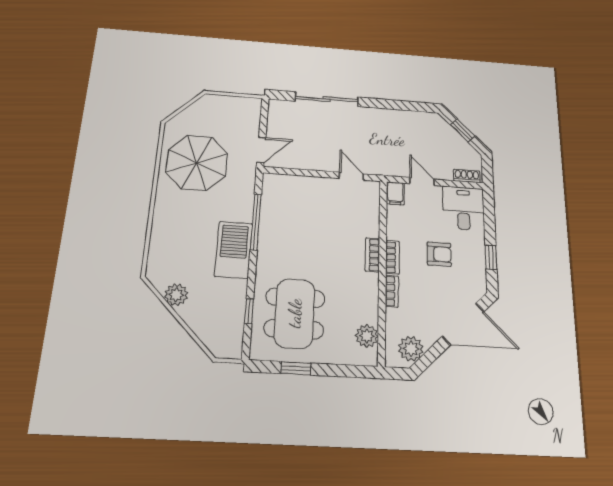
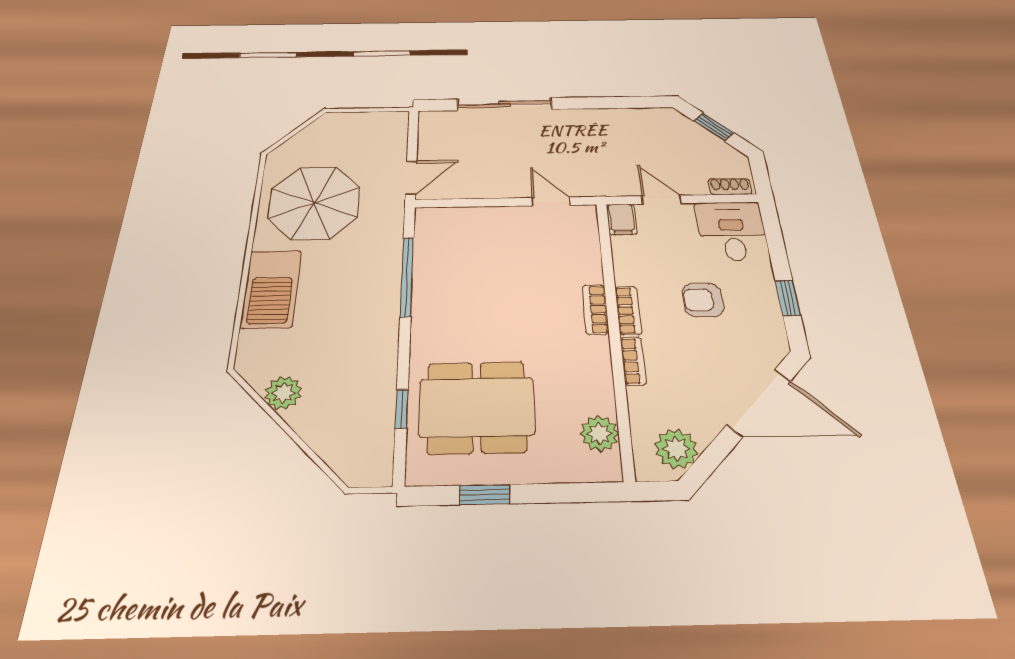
barbecue: (234, 250) -> (271, 289), moved, turned 180
armchair: (439, 254) -> (703, 300), turned 180
dining table: (295, 313) -> (477, 407), turned 90

